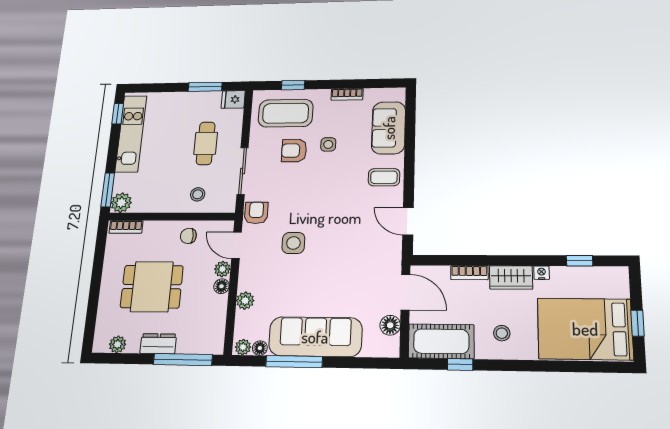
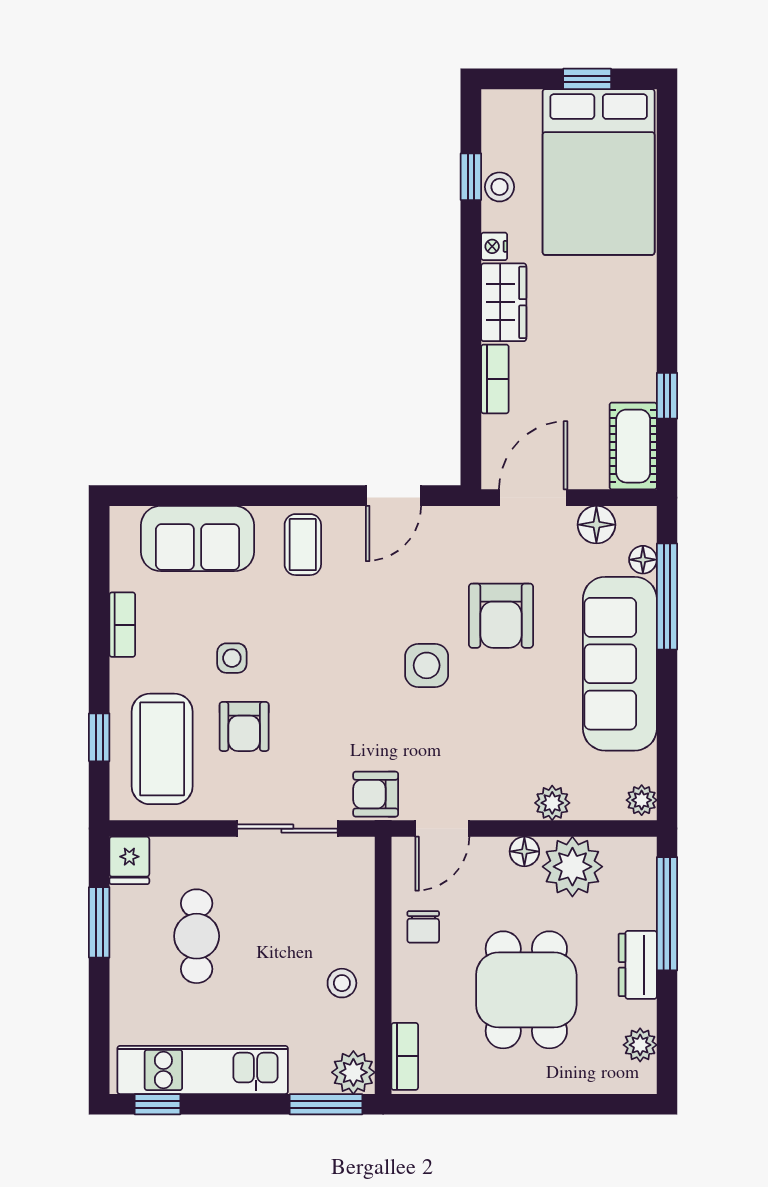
cafe table: (206, 143) -> (197, 936), moved, turned 90
stool: (198, 194) -> (342, 983), moved
side table: (293, 243) -> (427, 665), moved
plant: (222, 269) -> (572, 867), moved, width x1.88, depth x1.88
armchair: (344, 275) -> (501, 616), added
stool: (502, 333) -> (500, 187), moved
cot: (441, 341) -> (633, 446), width x0.73, depth x0.75
floor lamp: (260, 348) -> (643, 560), moved
window: (294, 362) -> (667, 597), moved

